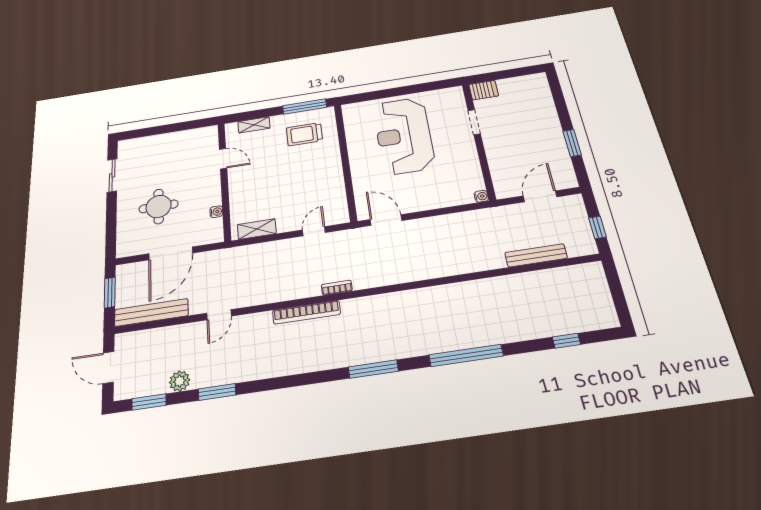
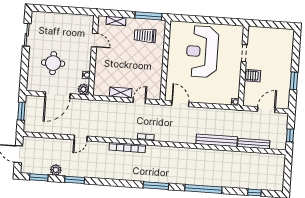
server rack: (484, 90) -> (253, 76), moved
shelving: (257, 229) -> (121, 93), moved
plant: (214, 235) -> (83, 89), added
bench: (151, 313) -> (217, 140), moved

